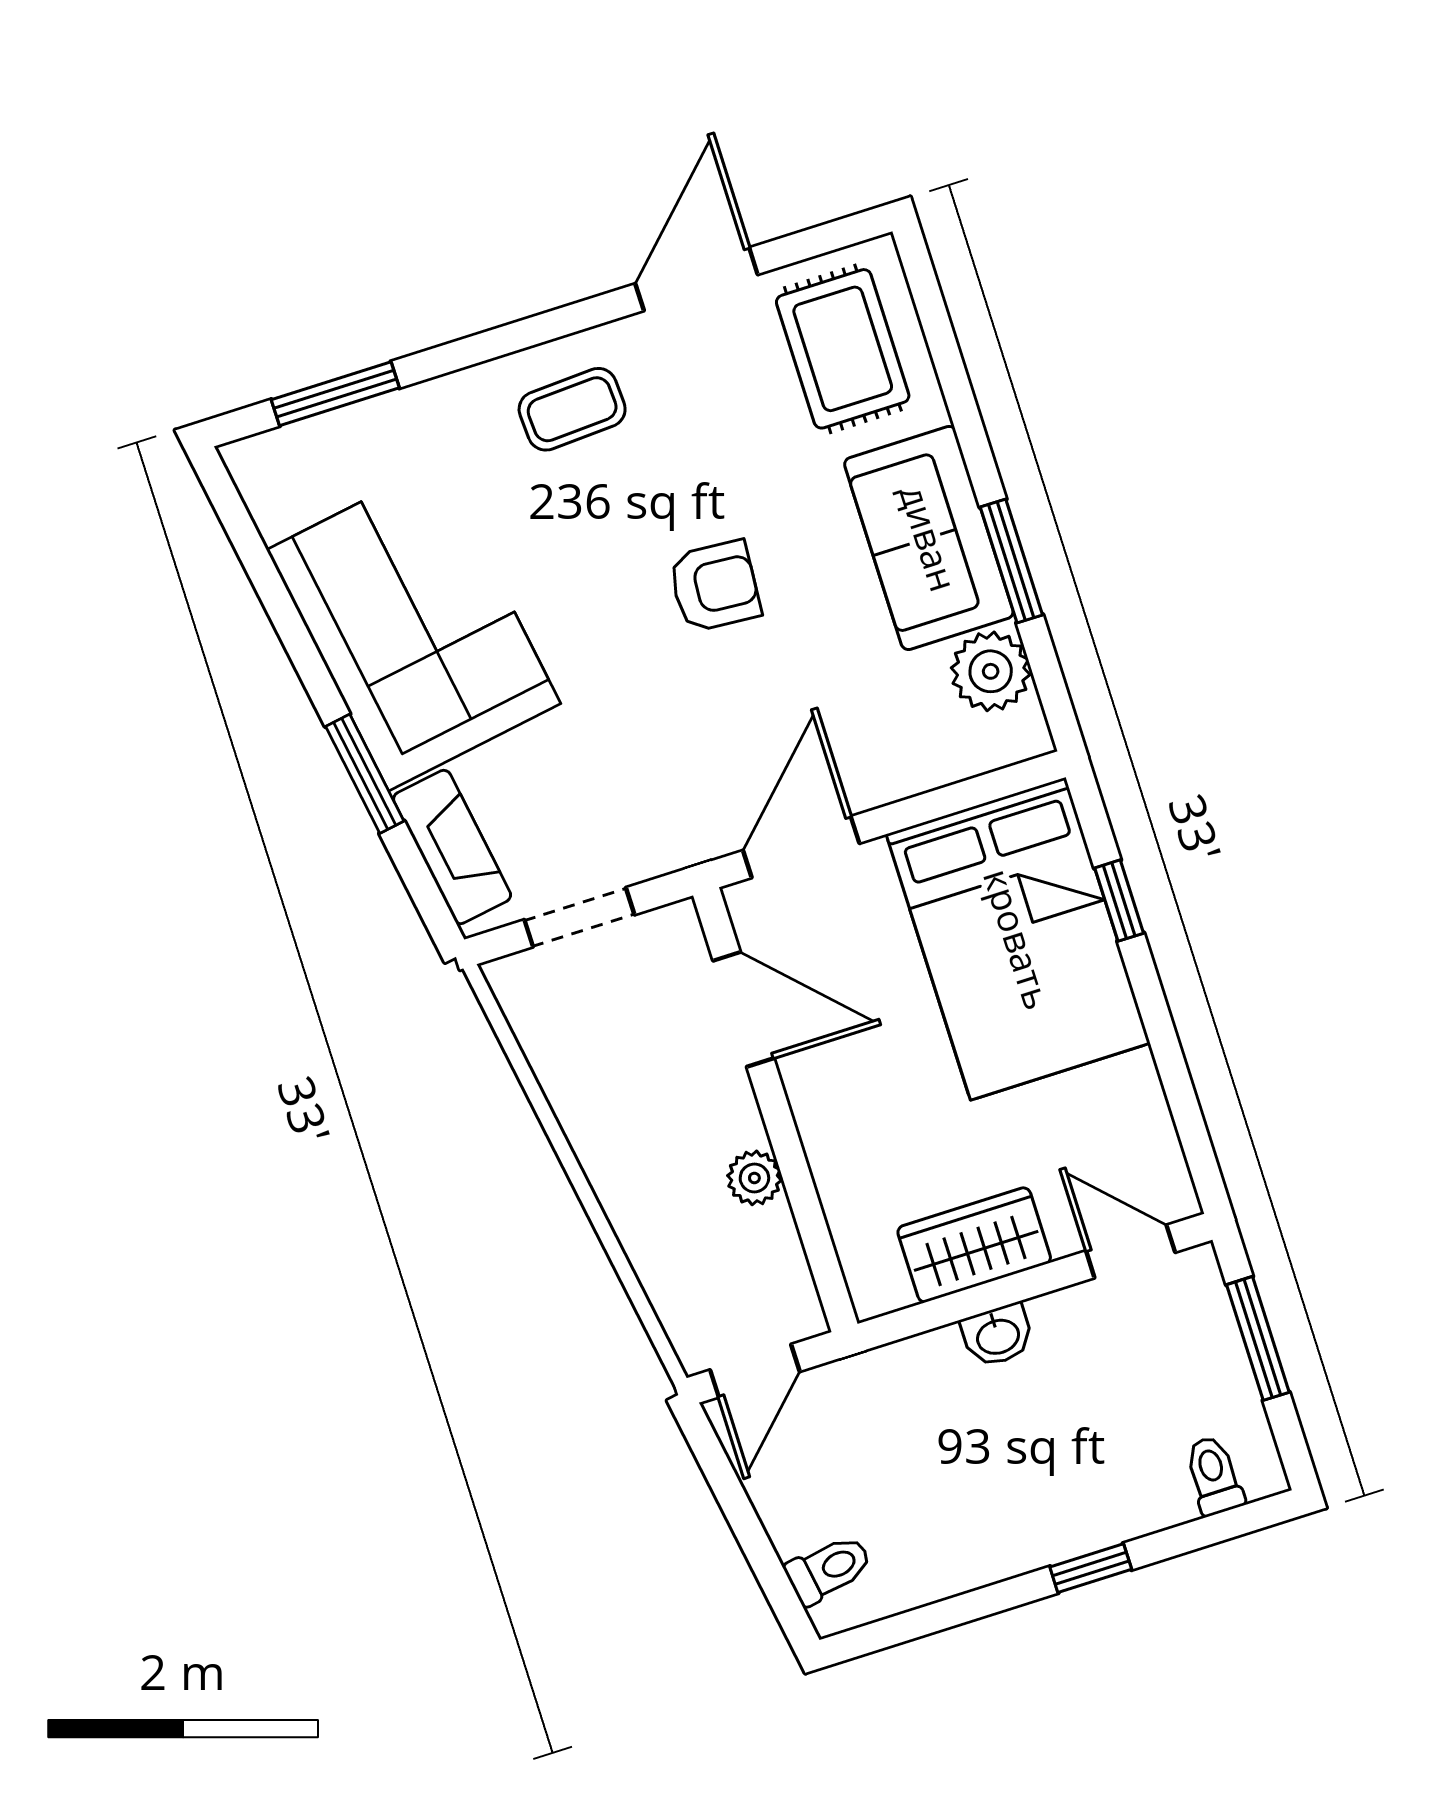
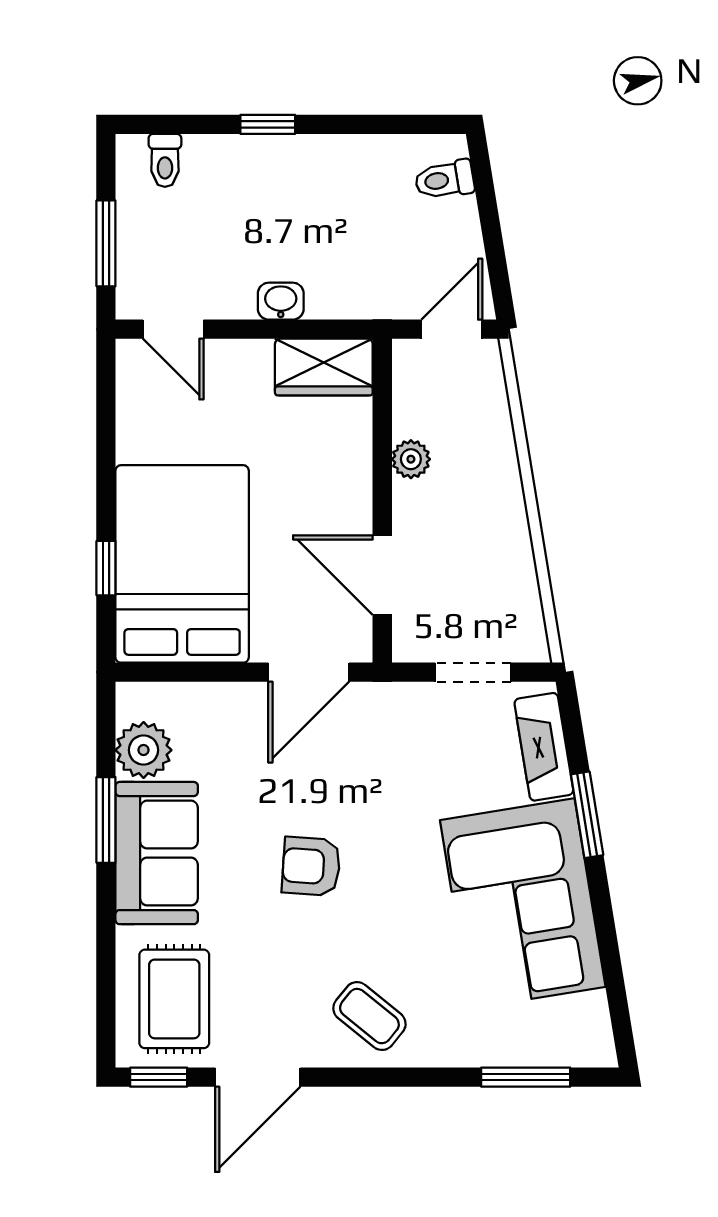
window: (830, 237) -> (159, 1077), added
coffee table: (572, 409) -> (369, 1016), turned 42
wardrobe: (974, 1245) -> (324, 367), moved

